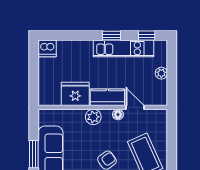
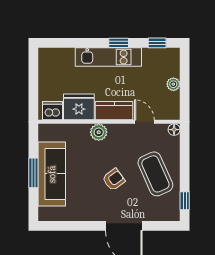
dishwasher: (47, 48) -> (52, 111), moved, turned 180
kitchen unit: (123, 48) -> (108, 57), moved
floor lamp: (118, 115) -> (174, 130), moved

